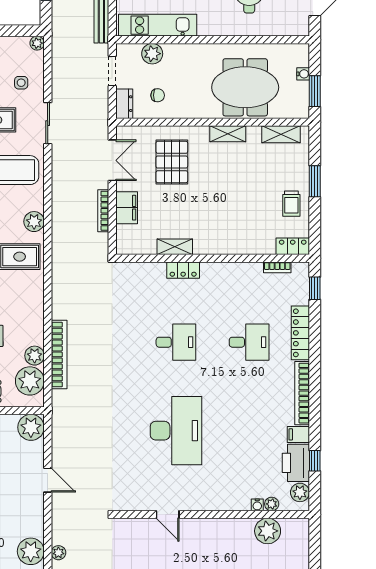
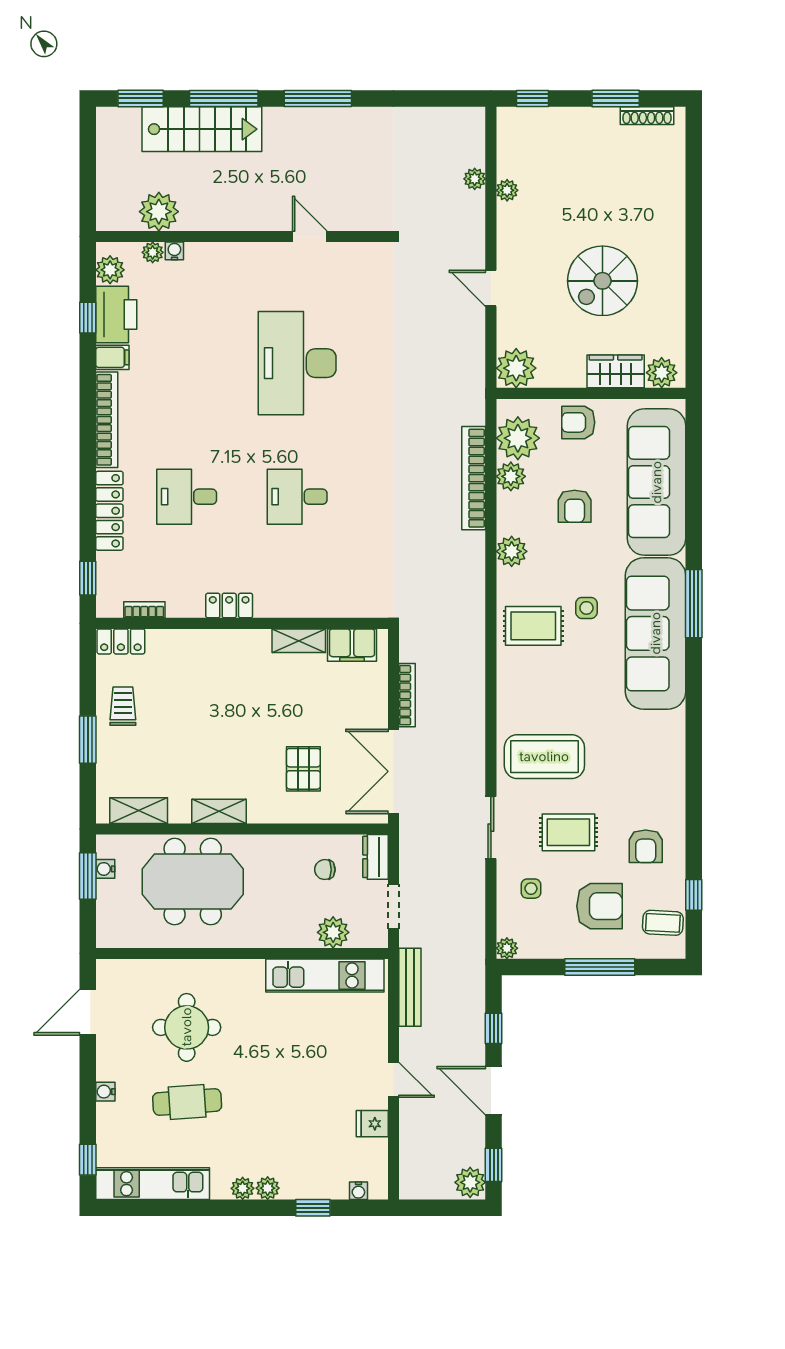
water cooler: (303, 74) -> (105, 869), moved
double door: (112, 160) -> (393, 771), width x1.37
pallet: (172, 162) -> (303, 769), width x0.67, depth x0.71
filing cabinet: (127, 208) -> (352, 645), moved, turned -90
plant: (34, 222) -> (512, 551), moved
locker: (183, 270) -> (229, 606), moved
plant: (31, 551) -> (507, 190), width x0.53, depth x0.53

